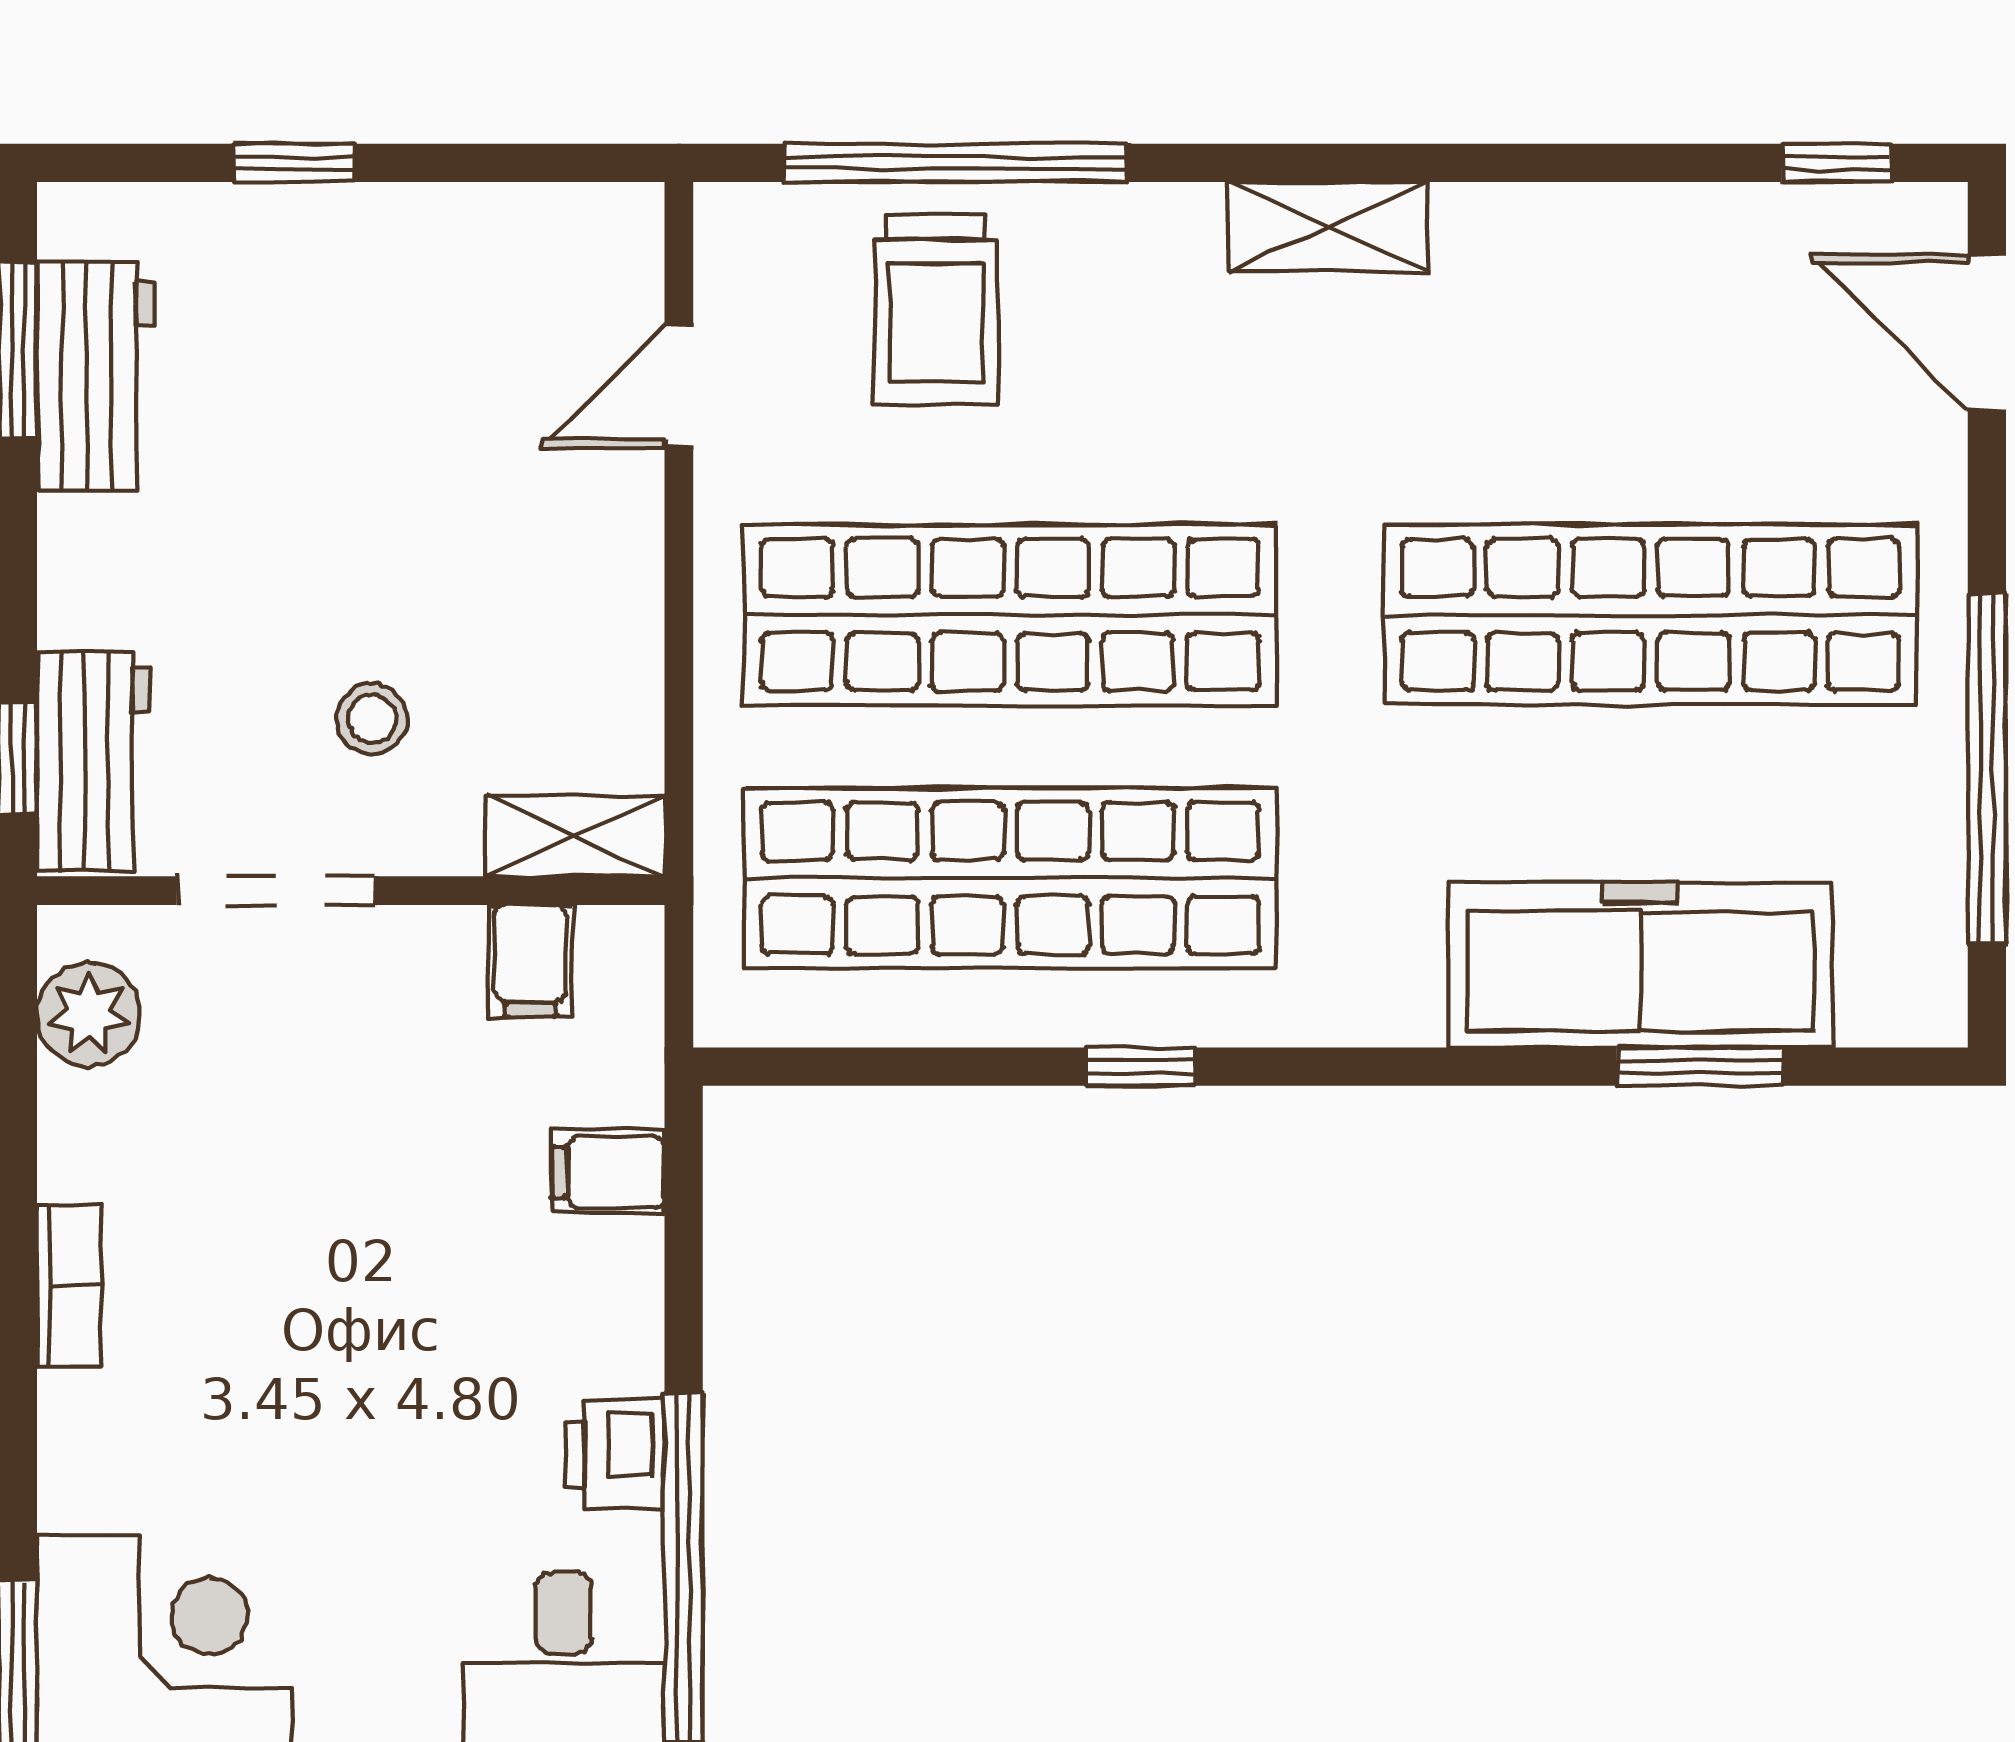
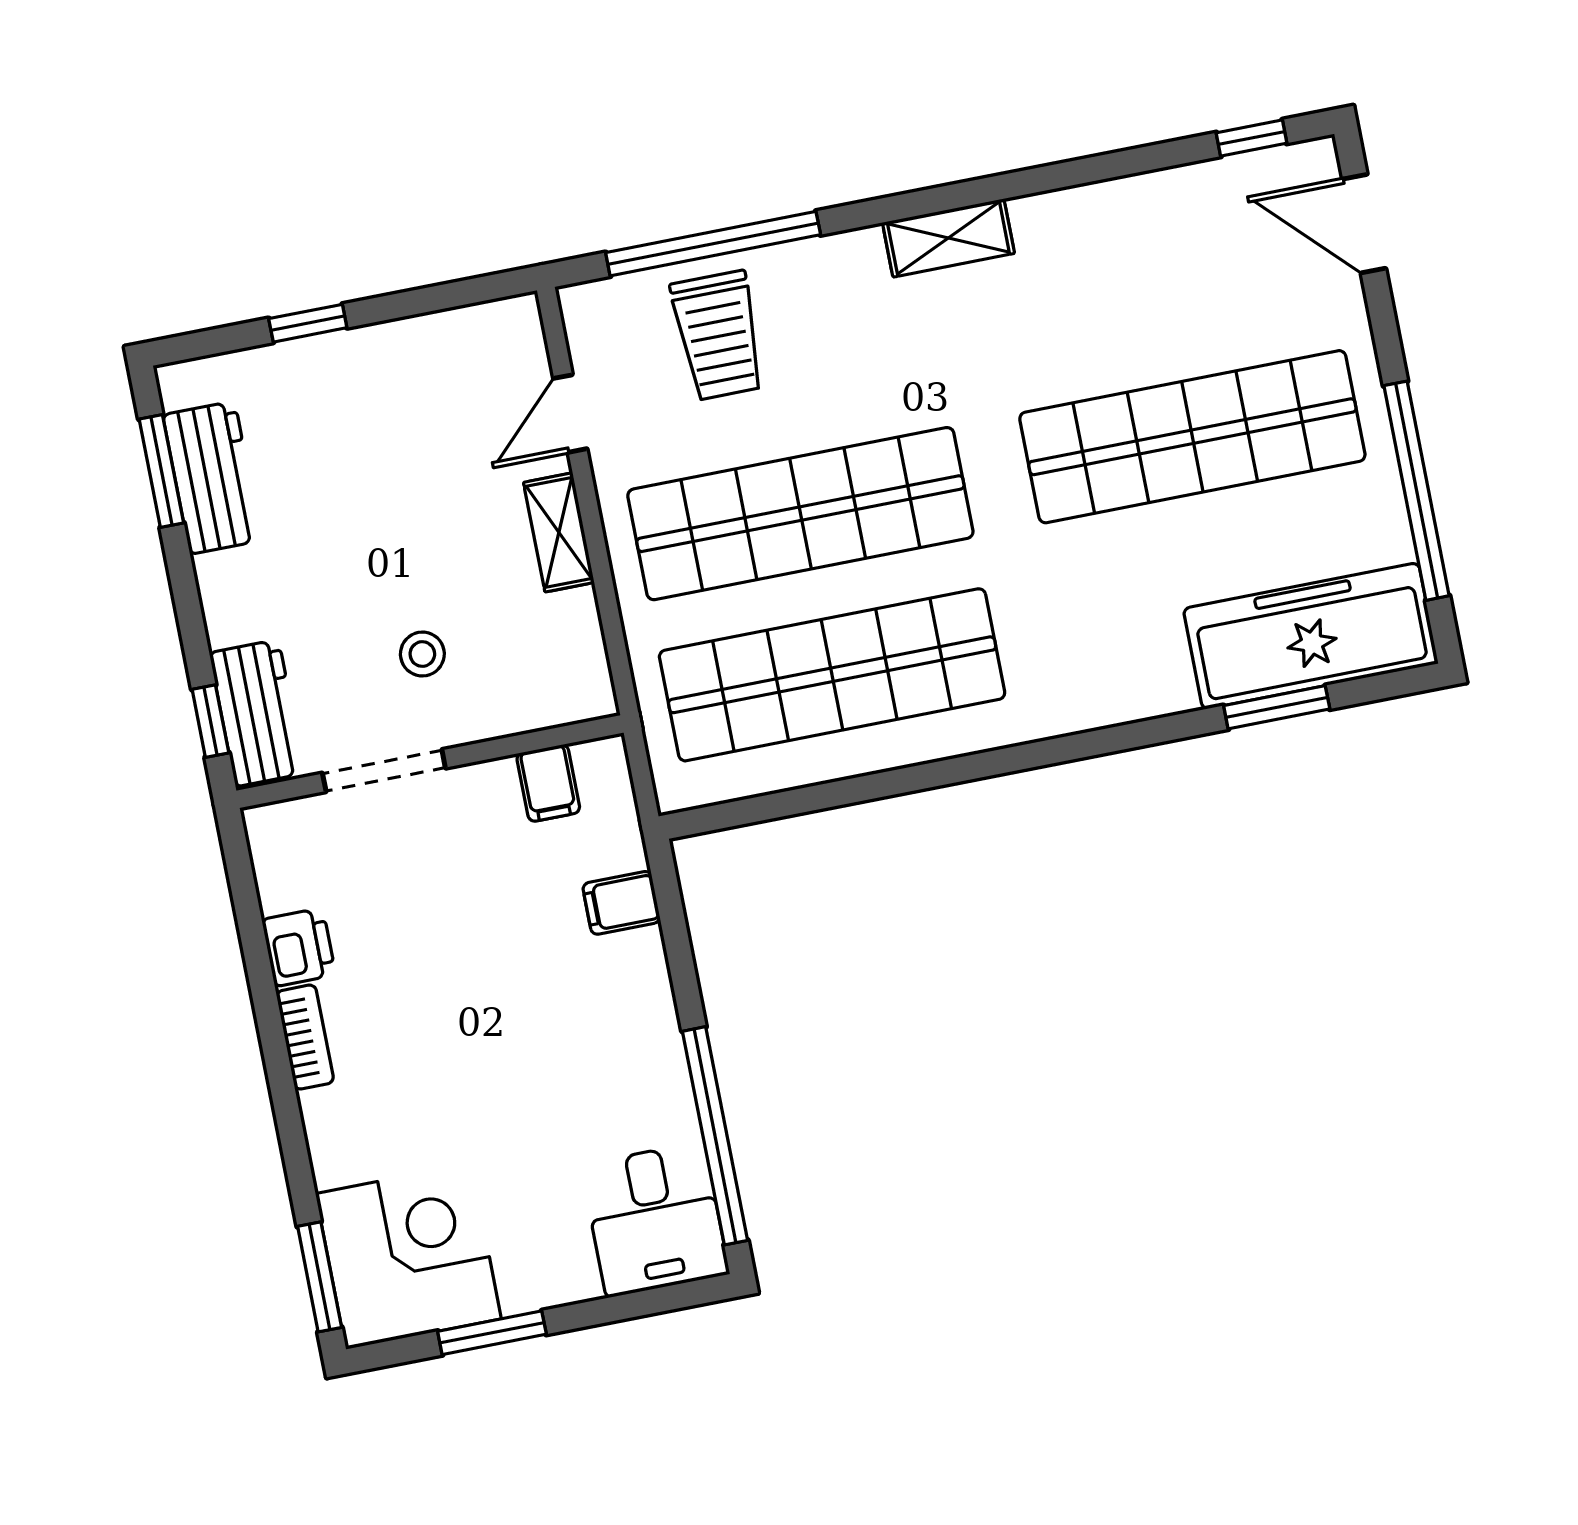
shelving: (575, 836) -> (559, 532), moved, turned 90
freezer: (1640, 965) -> (1311, 636), moved
plant: (88, 1014) -> (284, 869), removed
window: (1141, 1067) -> (934, 774), removed
printer: (615, 1455) -> (299, 947), moved, turned 180

